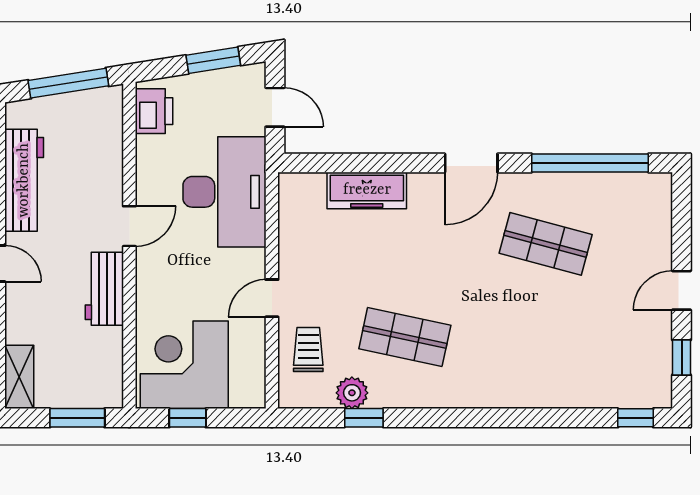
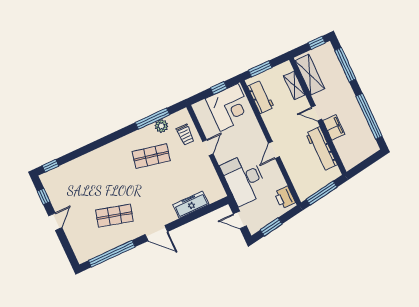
door: (471, 163) -> (156, 233), swing flipped
workbench: (104, 289) -> (261, 97), moved
shelving: (19, 377) -> (294, 85), moved
window: (364, 418) -> (153, 119), width x2.17

